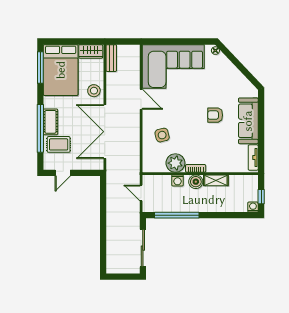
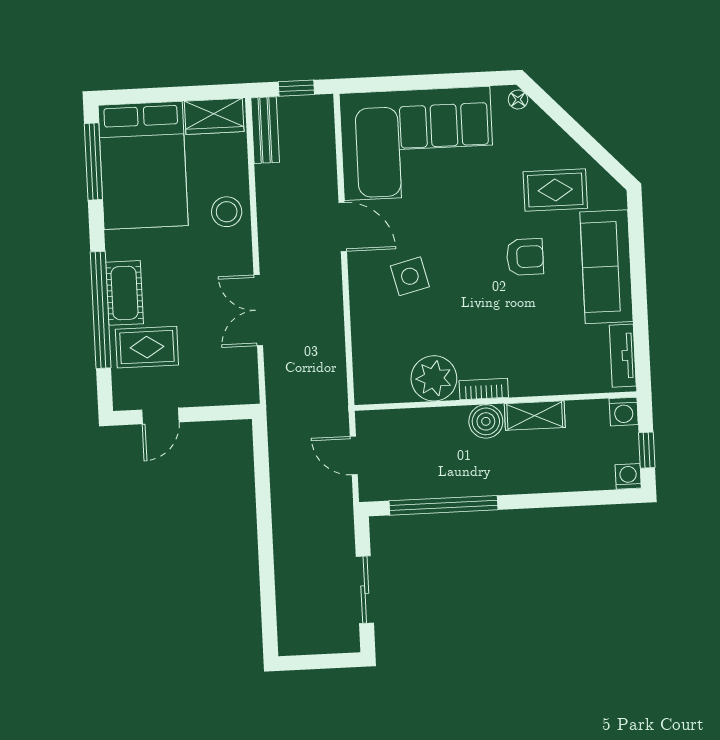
window: (125, 41) -> (296, 88), added
rug: (229, 88) -> (555, 190), added
armchair: (215, 115) -> (525, 257), turned 180
double door: (105, 132) -> (258, 310), width x0.54
side table: (162, 135) -> (410, 276), moved
washing machine: (177, 180) -> (624, 412), moved
sliding door: (143, 248) -> (365, 590), width x0.73

